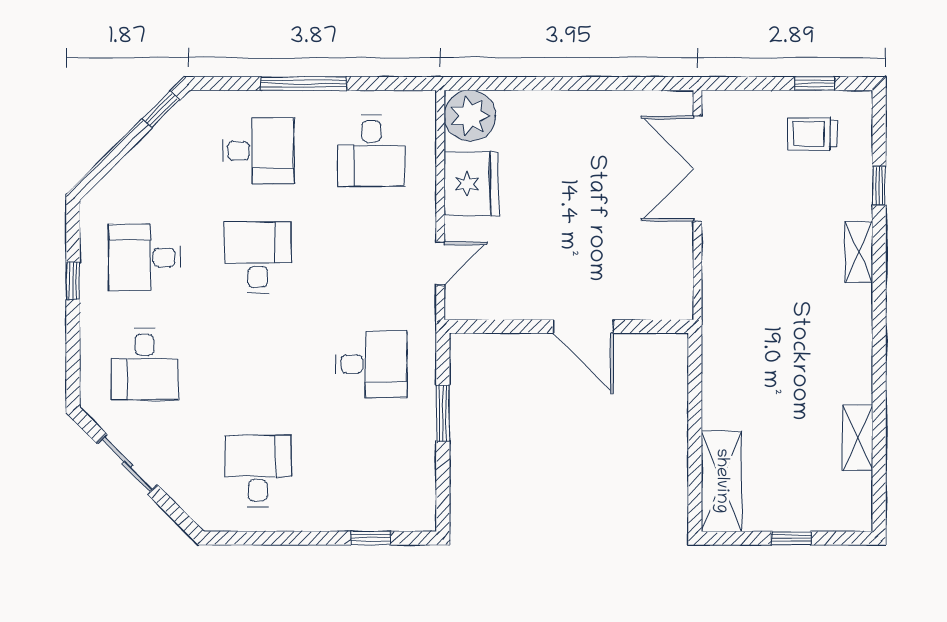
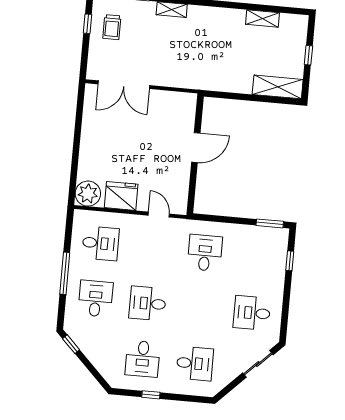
window: (443, 413) -> (270, 223), moved
sliding door: (127, 464) -> (258, 364), moved

